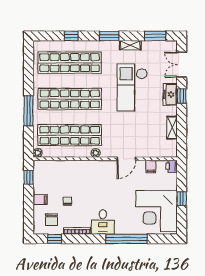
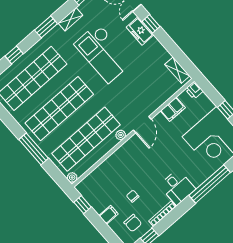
shelving: (172, 128) -> (177, 70), moved
door: (126, 159) -> (142, 125), moved
filing cabinet: (151, 167) -> (173, 109), width x2.00

